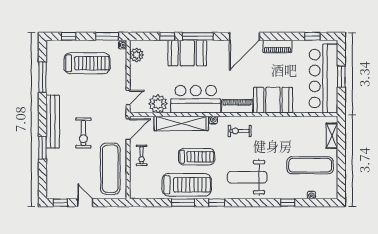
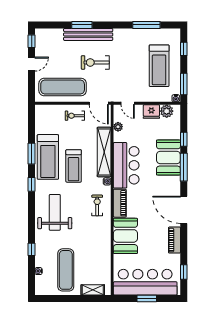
fridge: (137, 72) -> (151, 112), added
plant: (158, 104) -> (118, 127), width x0.53, depth x0.53
bench: (53, 122) -> (88, 34), moved

